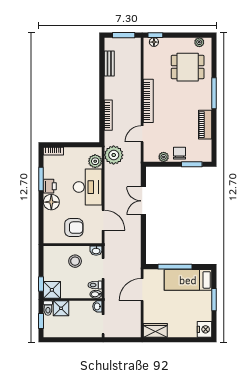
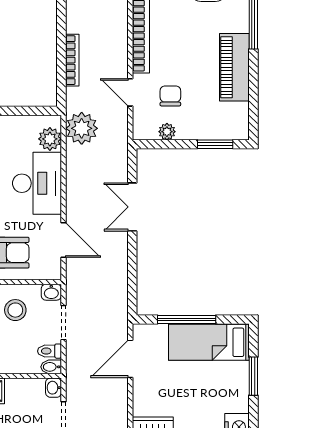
piano: (205, 125) -> (234, 67), width x1.37, depth x1.33
door: (142, 134) -> (130, 92), hinge flipped
chair: (179, 153) -> (170, 96), moved

